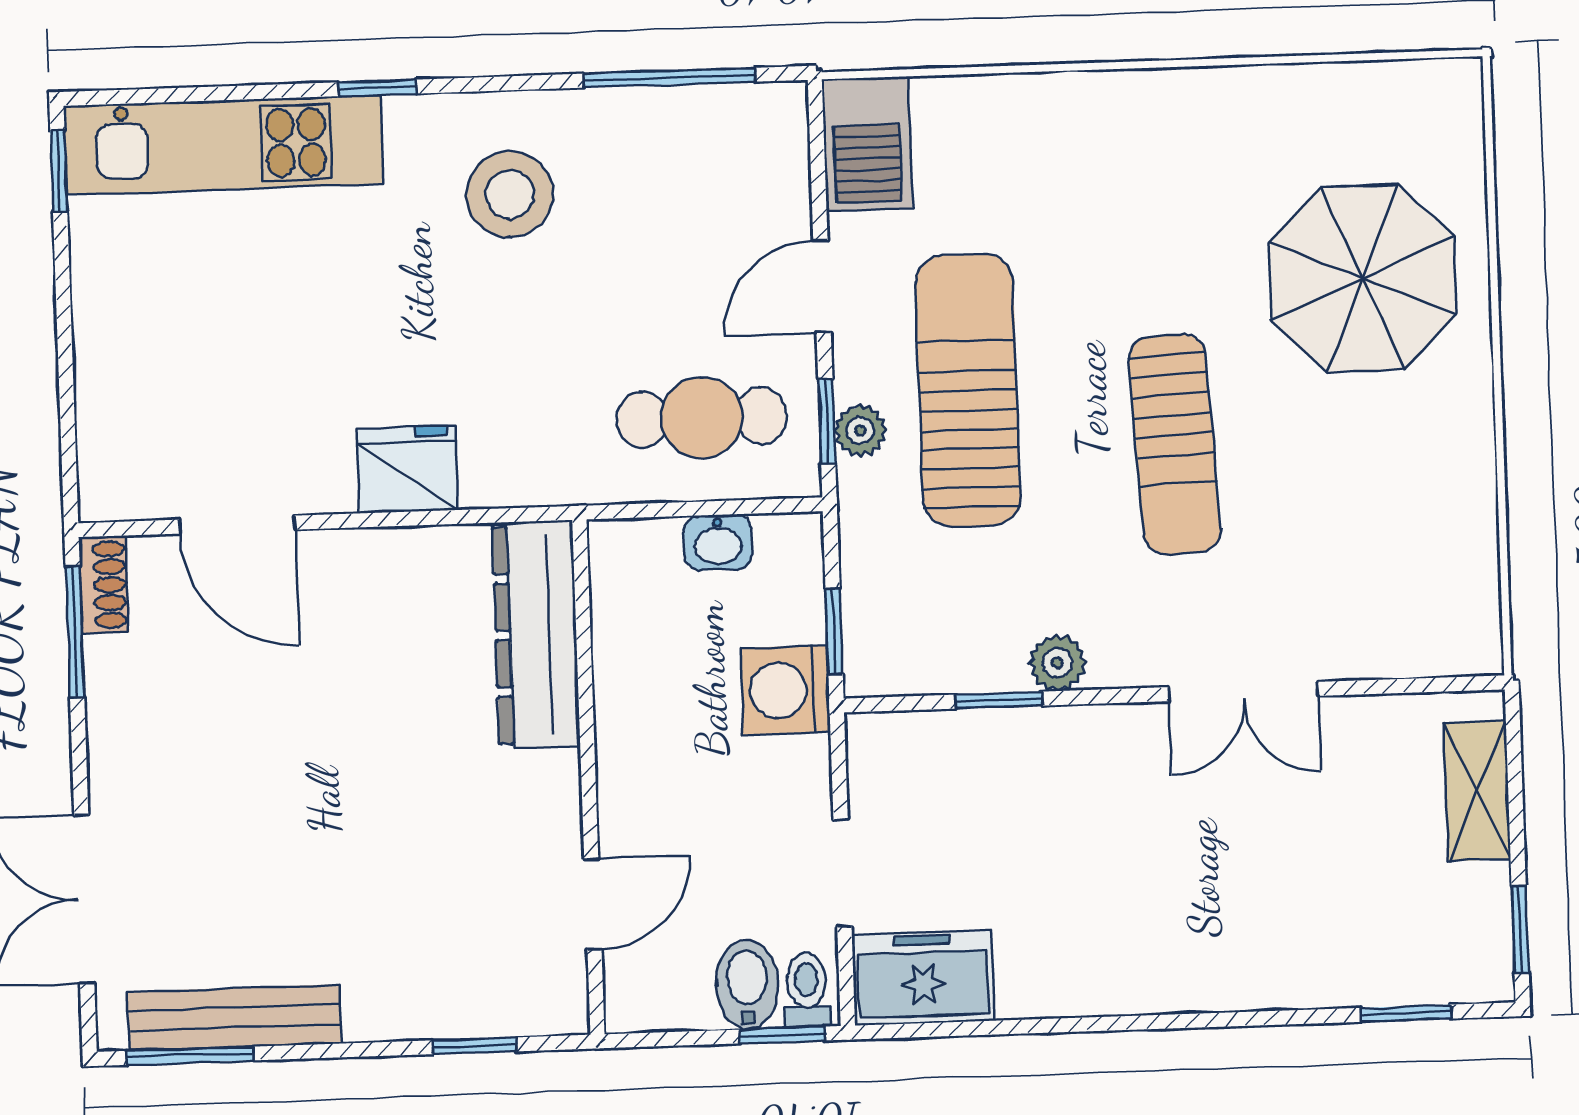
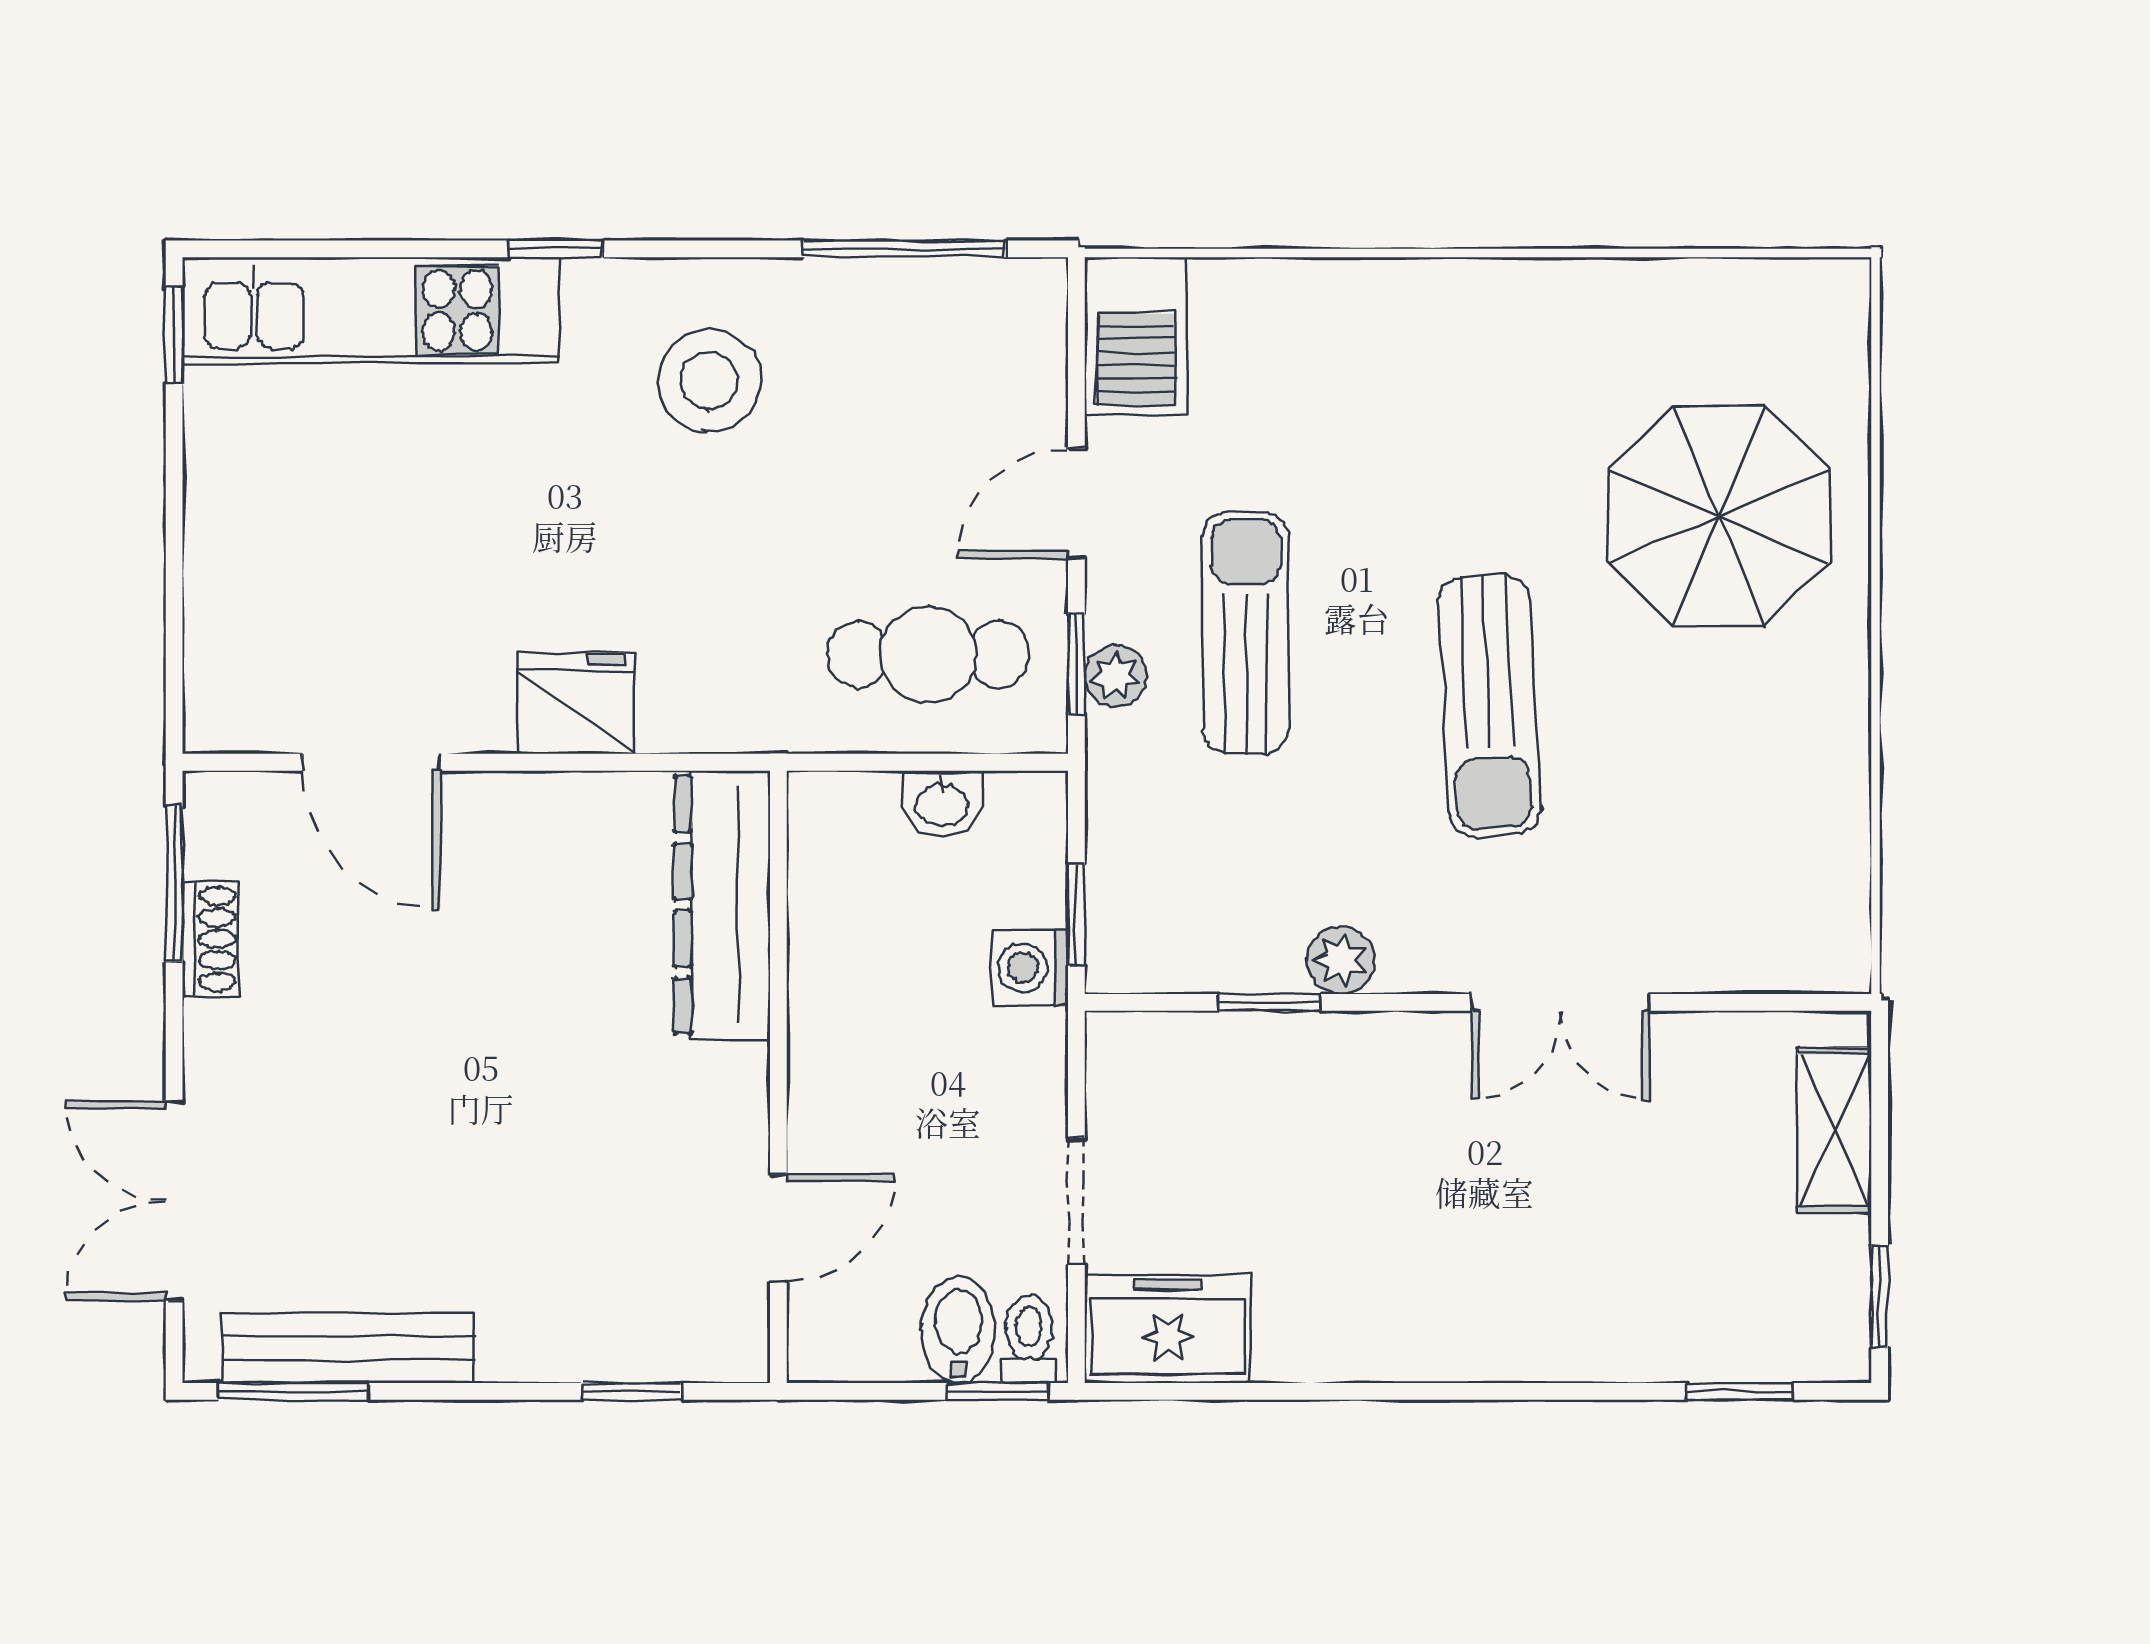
sun lounger: (968, 390) -> (1246, 633), width x0.73, depth x0.75
shoe rack: (104, 585) -> (210, 939), moved
washing machine: (785, 690) -> (1030, 967), width x0.73, depth x0.73

